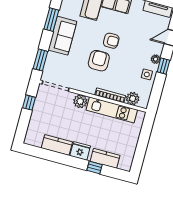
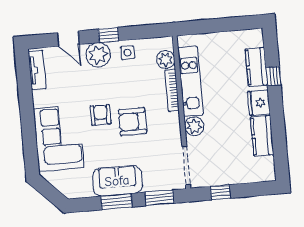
window: (51, 20) -> (116, 202), moved
plant: (156, 59) -> (98, 55), width x1.88, depth x1.88

